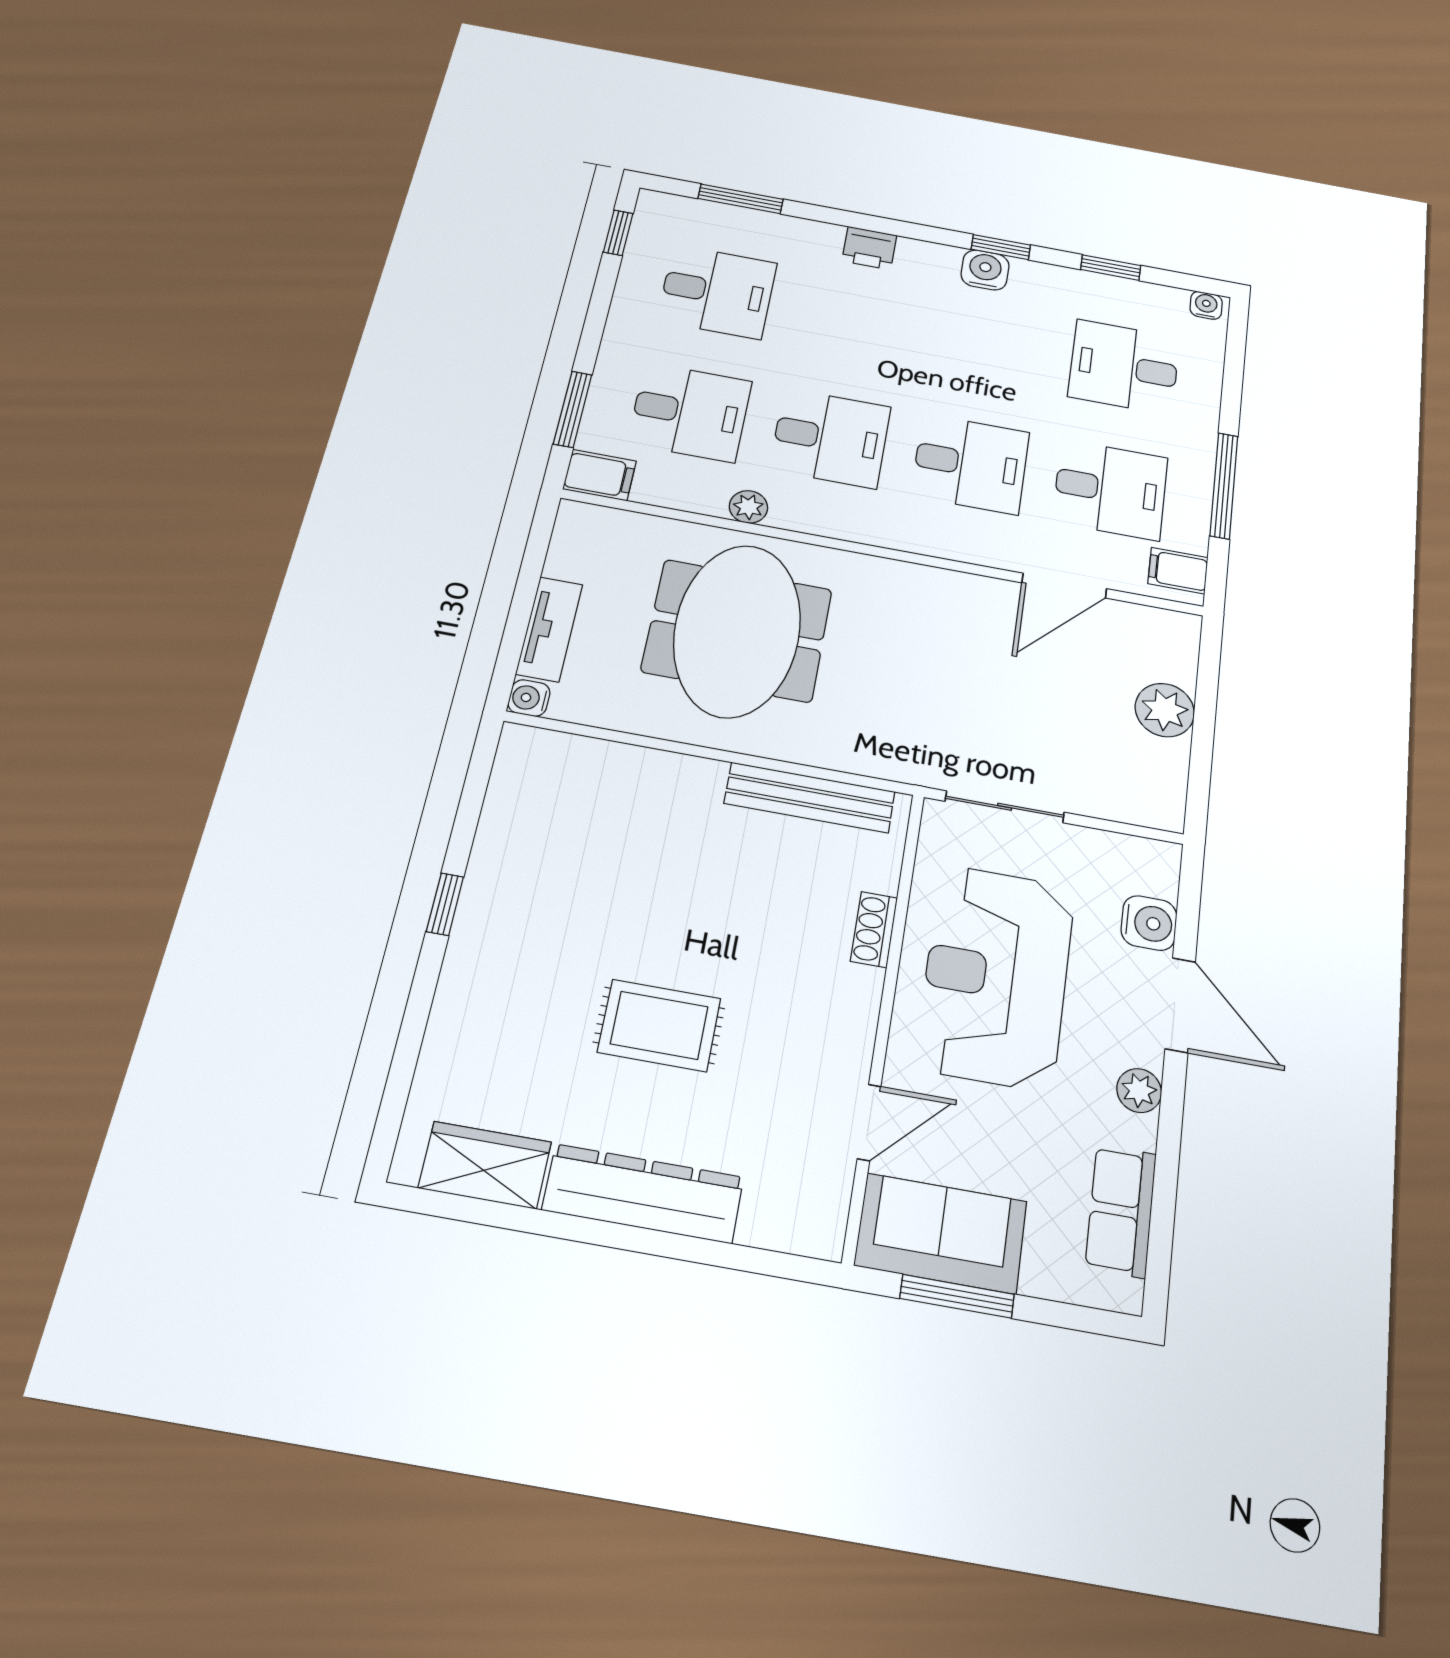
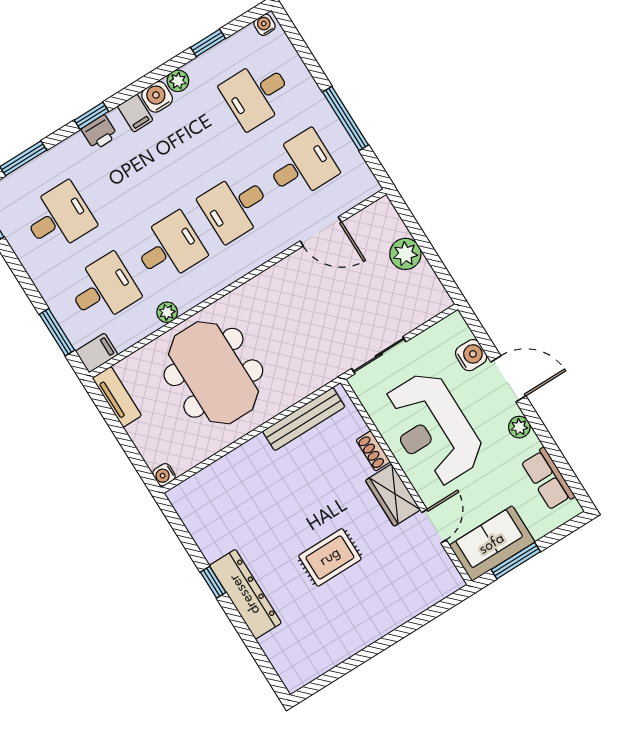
window: (1001, 247) -> (91, 116), moved
plant: (1030, 275) -> (178, 81), added
desk: (970, 464) -> (235, 207), turned 180
filing cabinet: (1178, 571) -> (135, 113), moved, turned -90
door: (1064, 586) -> (321, 231), hinge flipped
tv unit: (549, 629) -> (117, 397), moved
wardrobe: (485, 1165) -> (393, 495), moved, turned -90
dresser: (643, 1194) -> (245, 594), moved, turned 90

